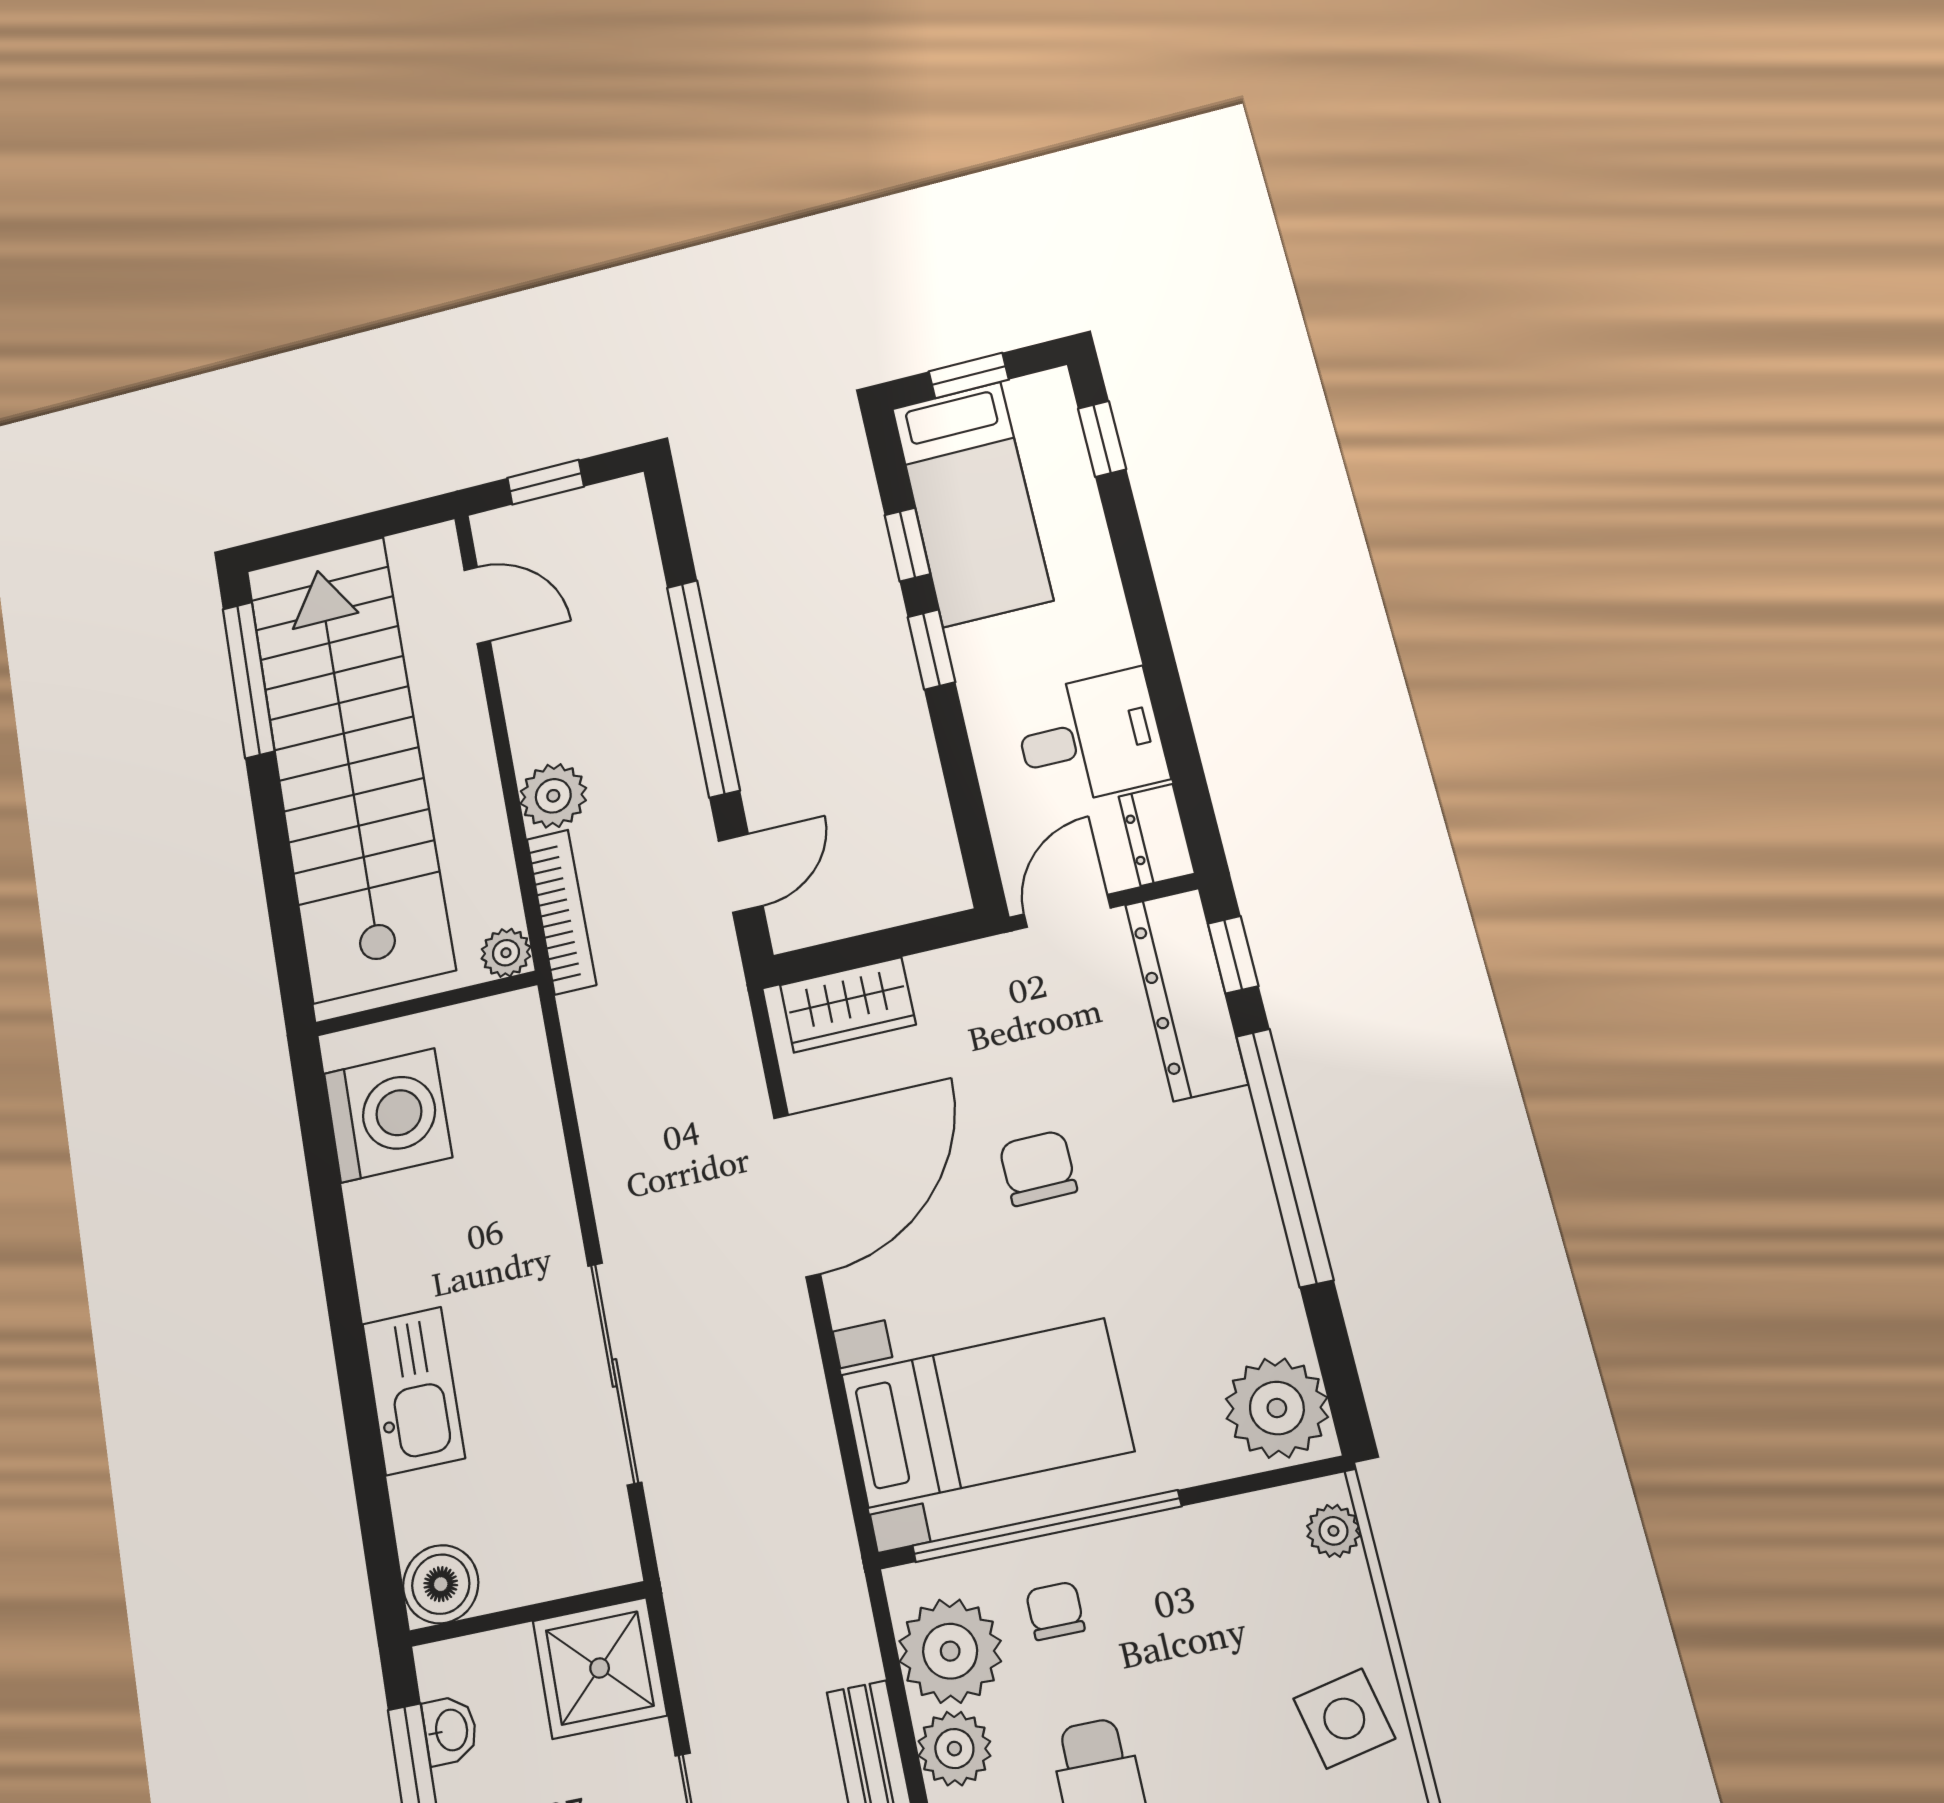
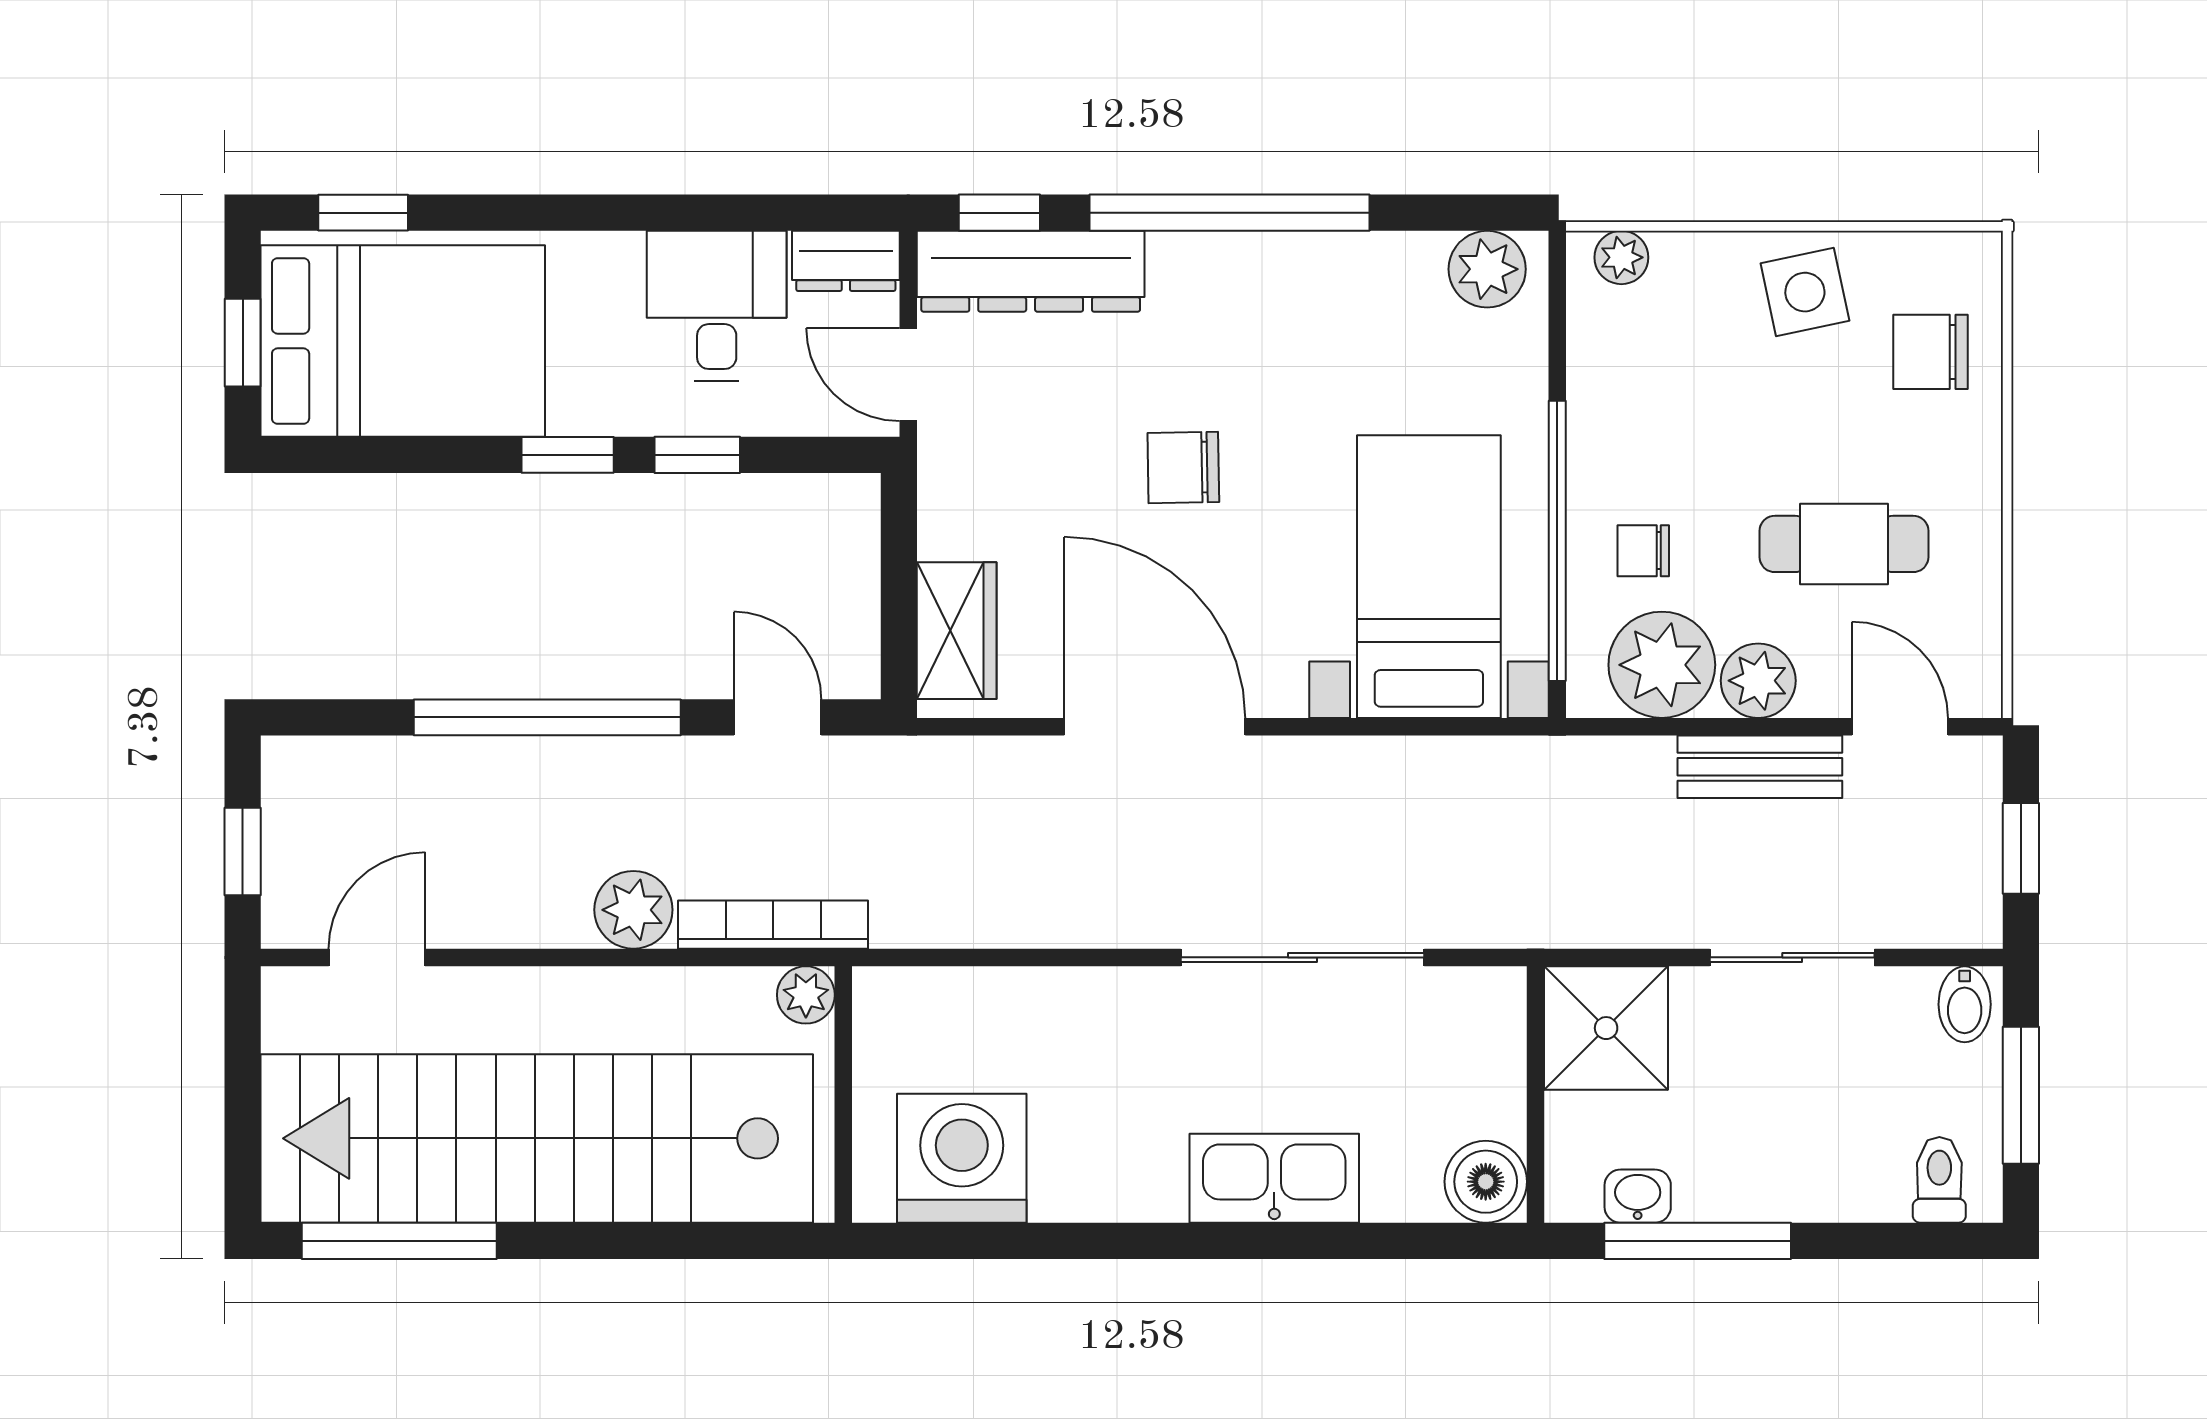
bed: (972, 503) -> (403, 341), width x1.50
window: (907, 544) -> (697, 455), moved
plant: (1277, 1408) -> (1487, 269), width x0.73, depth x0.73

